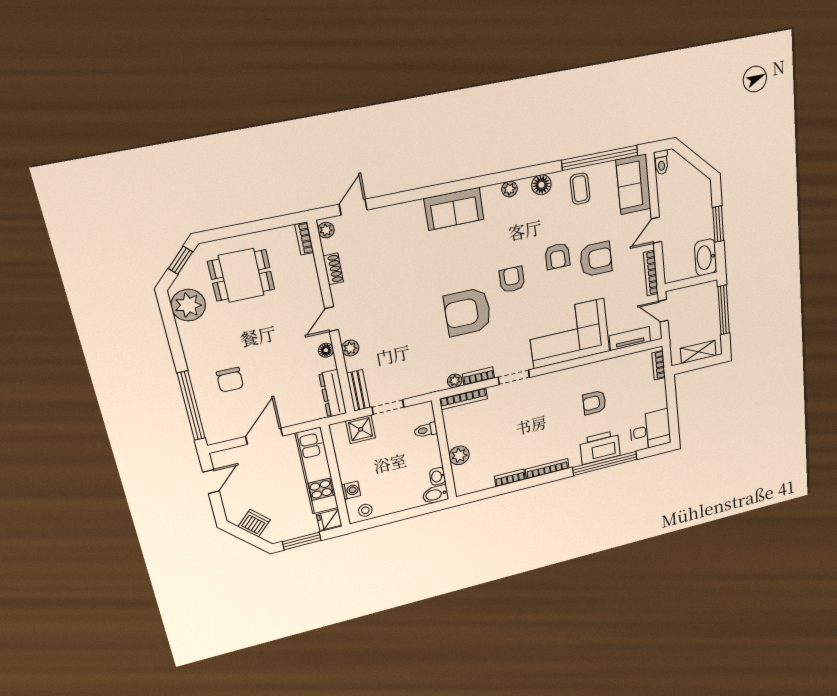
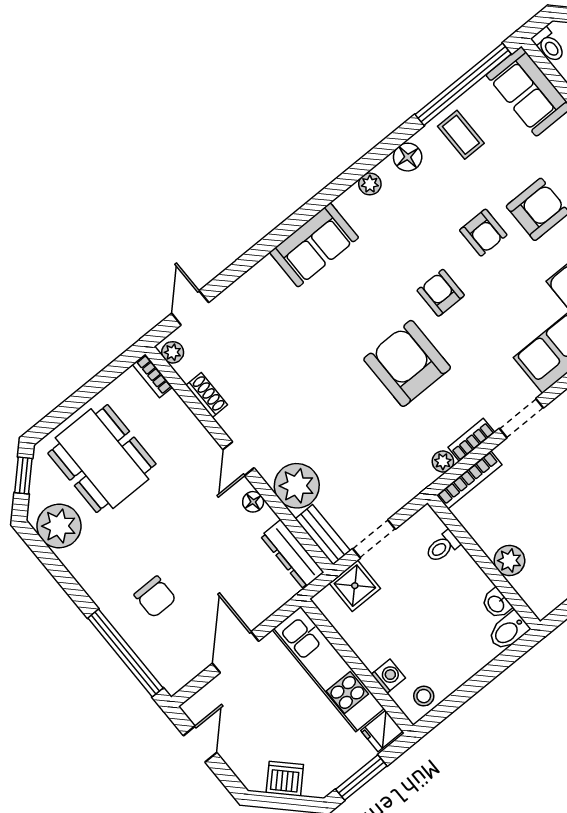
dining table: (241, 275) -> (102, 459), width x1.38
armchair: (468, 312) -> (407, 363), turned 90
plant: (350, 348) -> (297, 486), width x1.88, depth x1.88

